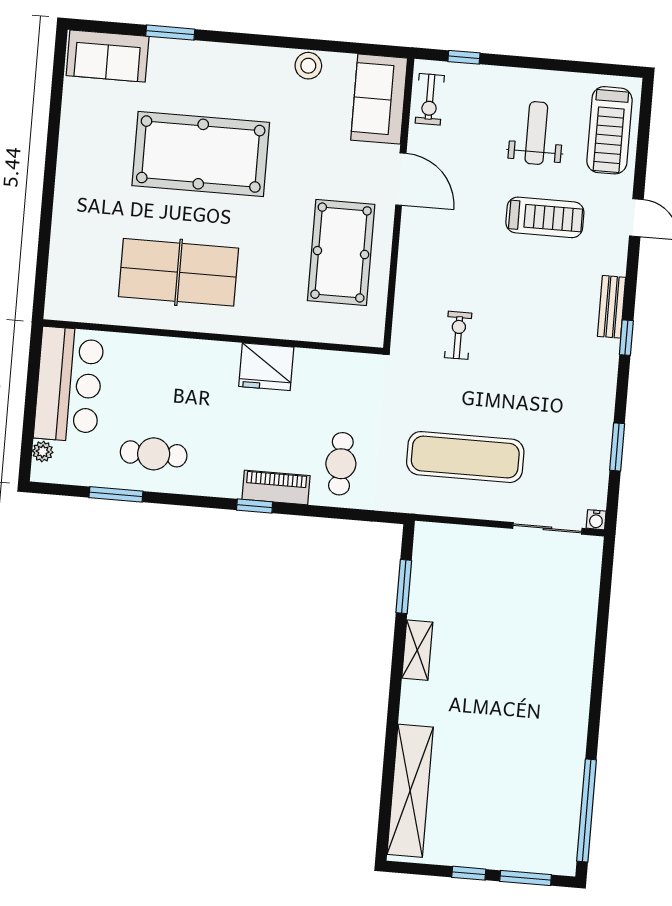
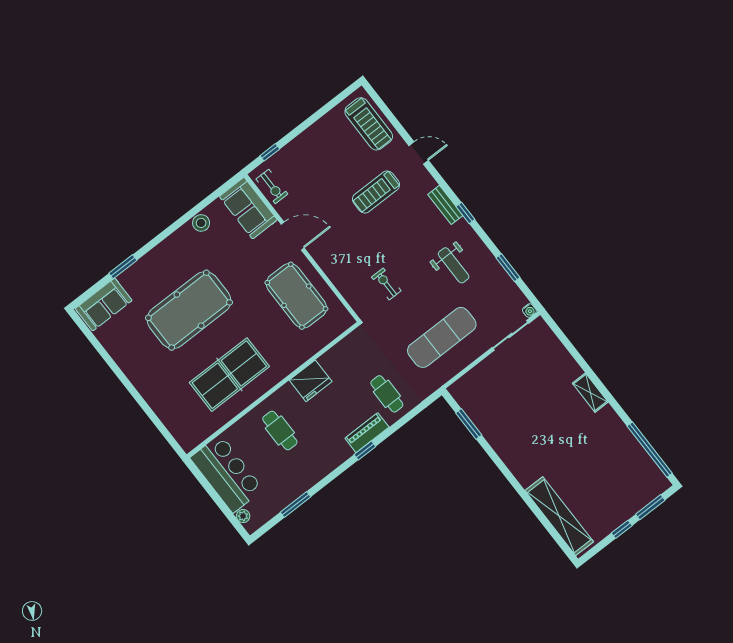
weight bench: (536, 133) -> (454, 265), moved, turned 180
treadmill: (545, 217) -> (376, 192), turned 180
cafe table: (154, 454) -> (280, 430), moved, turned 90
shelving: (417, 650) -> (590, 393), moved

